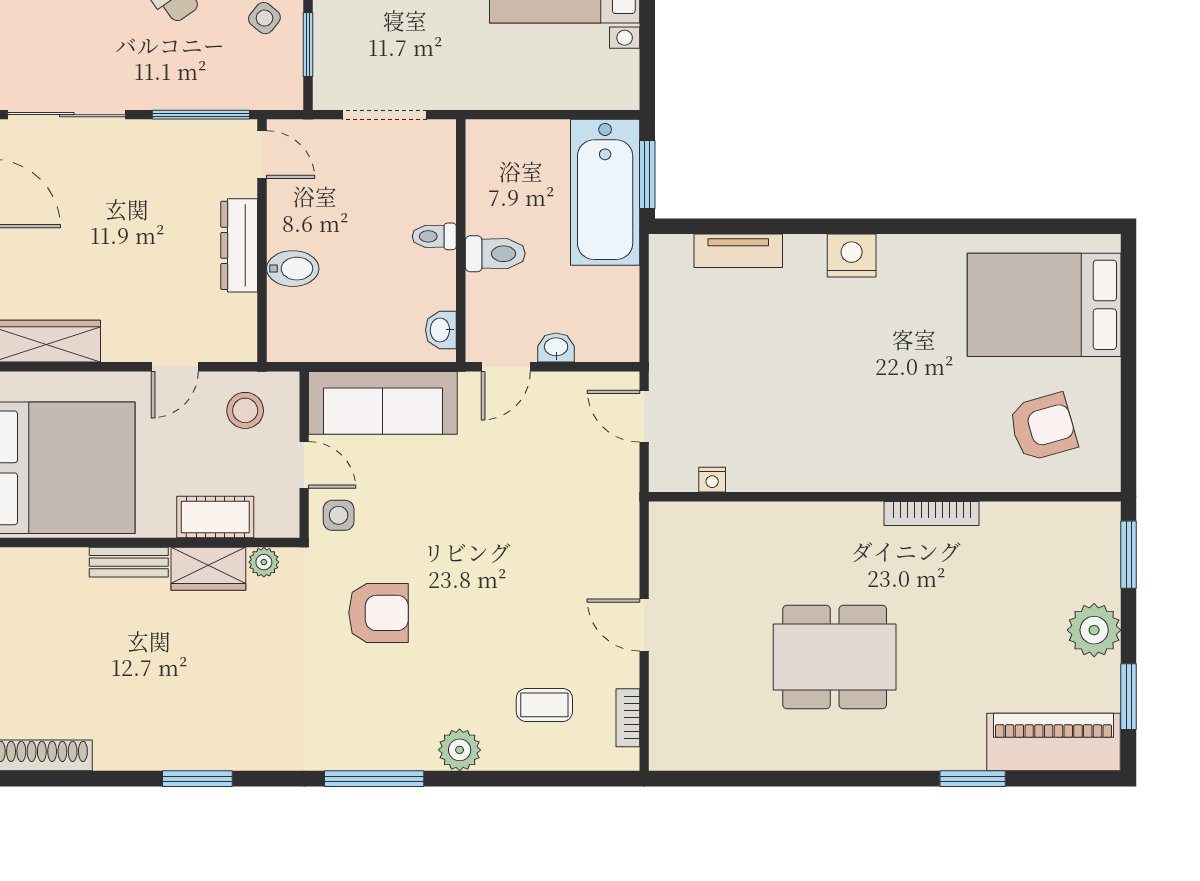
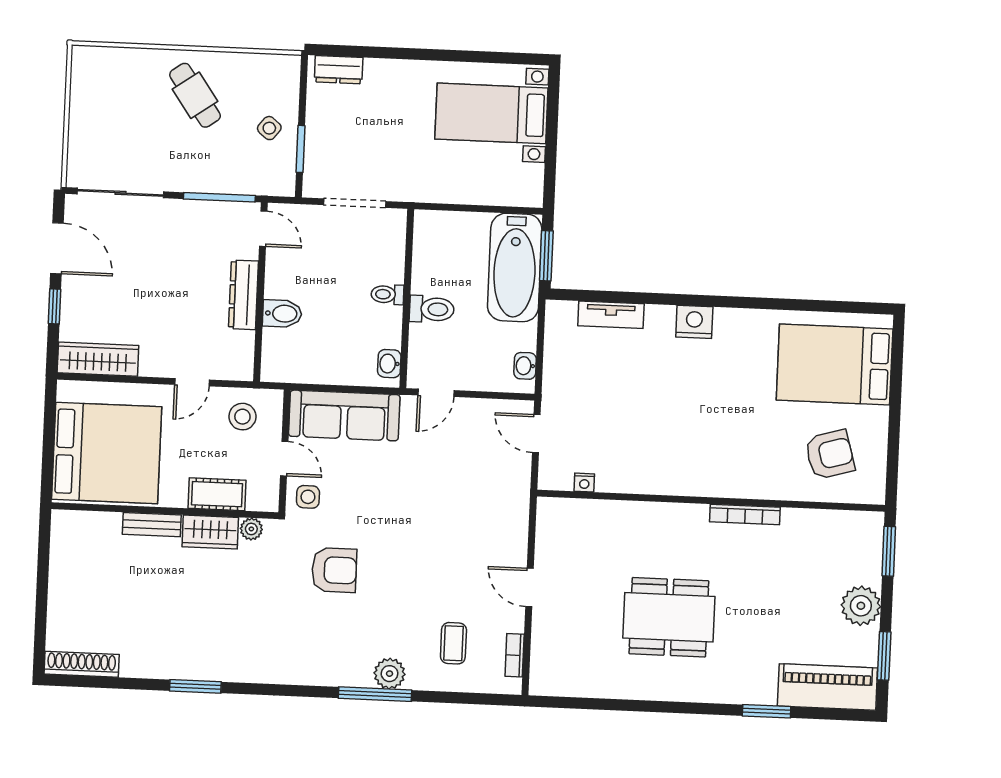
washbasin: (556, 348) -> (525, 366), moved, turned -90
coffee table: (544, 705) -> (453, 643), turned 90
window: (374, 779) -> (375, 694), moved

